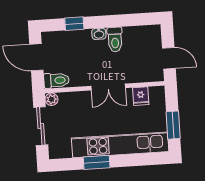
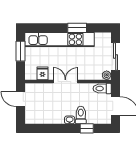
toilet: (115, 40) -> (81, 115), moved

